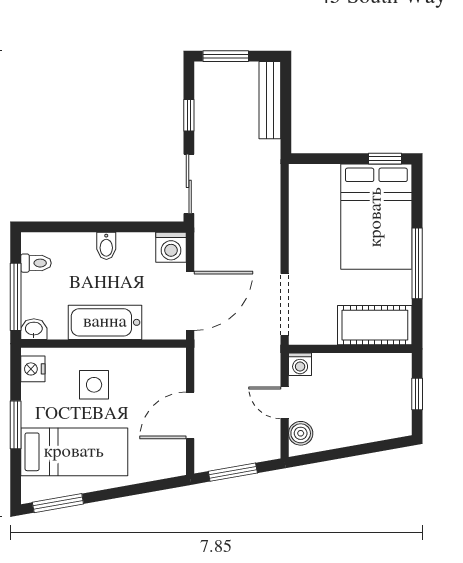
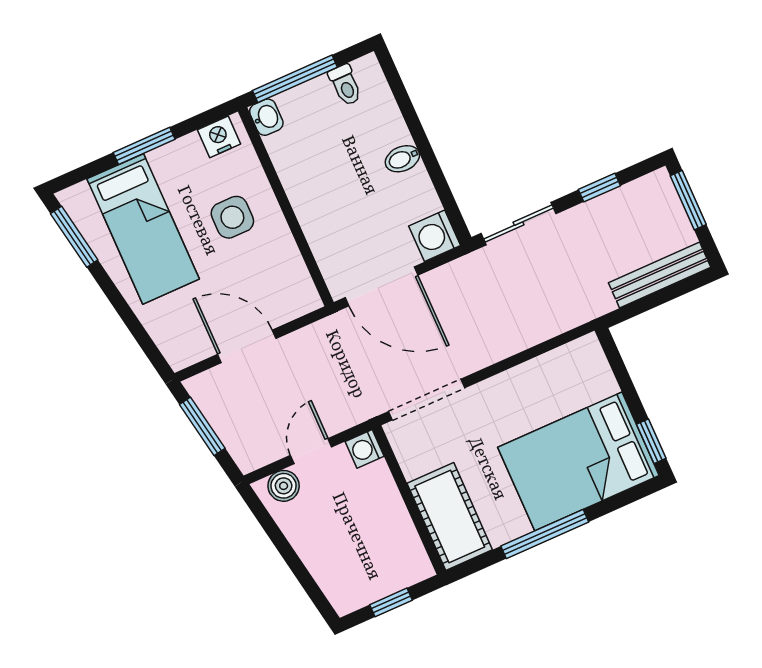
bathtub: (105, 322) -> (312, 197), removed

